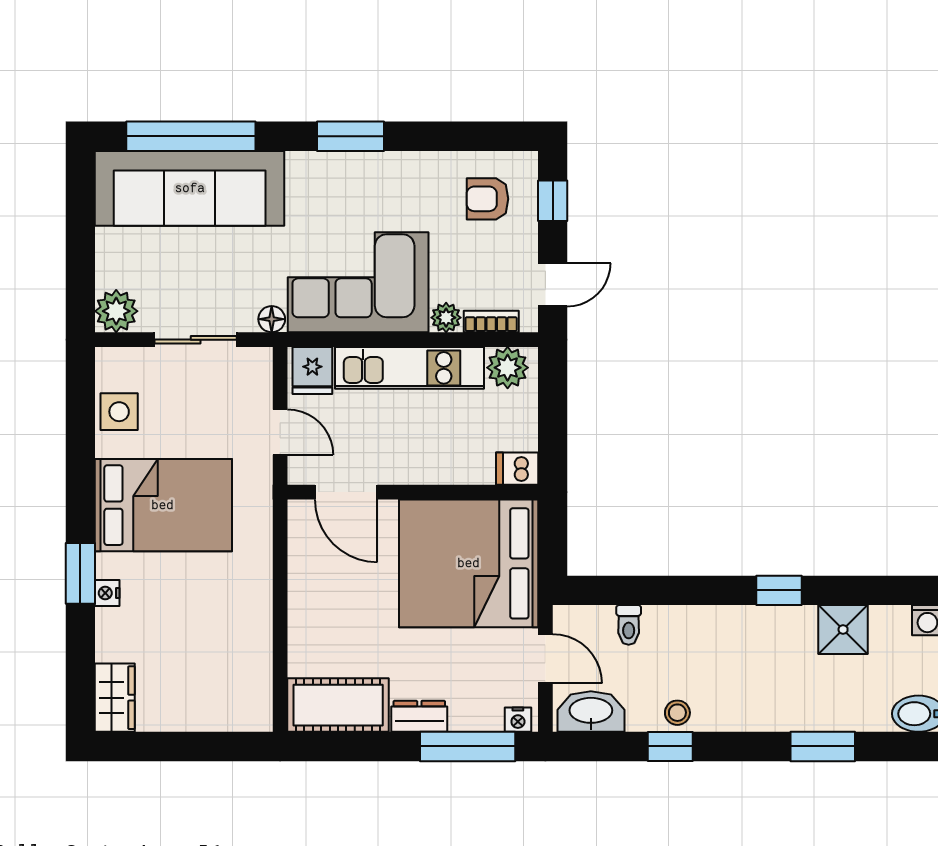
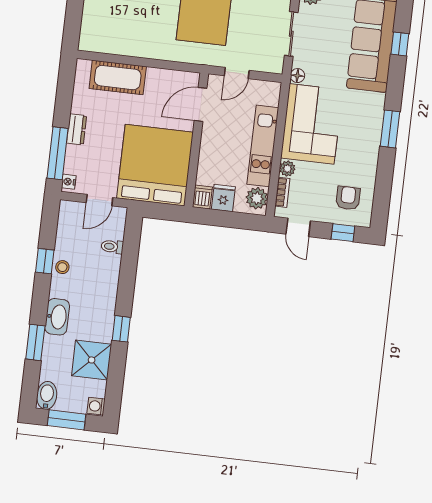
window: (191, 136) -> (400, 44), width x0.32
fridge: (312, 370) -> (223, 198), moved, turned 90
shower: (843, 629) -> (92, 360), width x1.36, depth x1.36
cot: (338, 705) -> (118, 78), moved, turned 90
washbasin: (591, 712) -> (57, 317), moved

